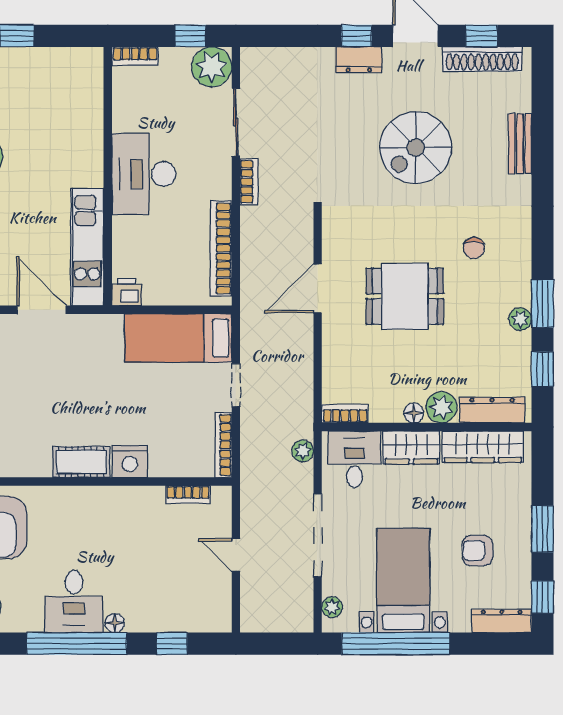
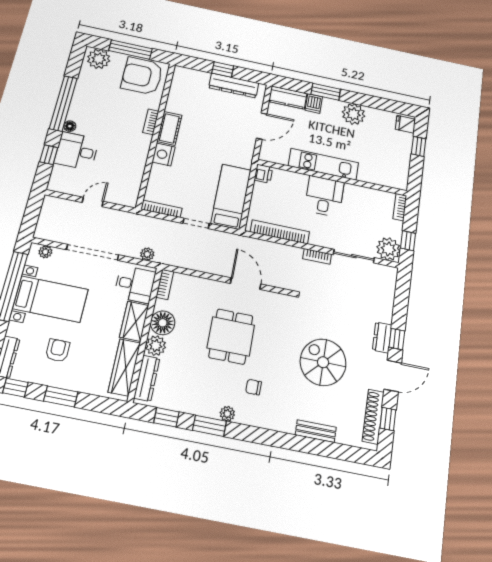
desk: (144, 174) -> (324, 196), width x0.73
kitchen unit: (87, 247) -> (323, 164), moved
plant: (520, 319) -> (227, 414), moved
floor lamp: (414, 413) -> (163, 323), width x1.89, depth x1.89
bookcase: (188, 495) -> (151, 122), moved
desk: (74, 601) -> (77, 151), moved

